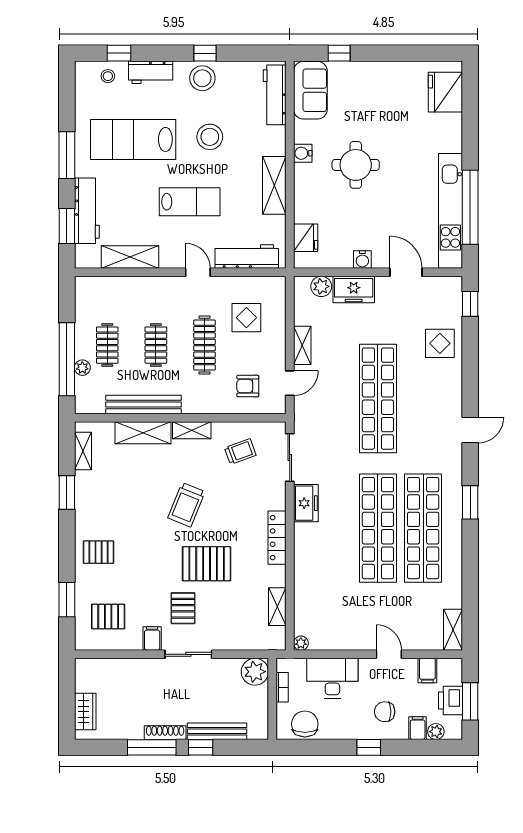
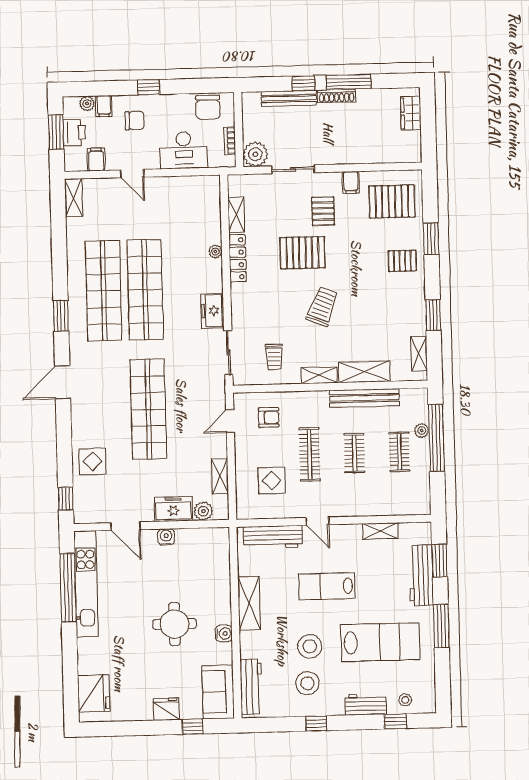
stool: (202, 78) -> (307, 683), moved
fridge: (306, 238) -> (166, 709), moved, turned 90
shelving: (130, 257) -> (380, 531), width x0.67, depth x0.75
shelving: (302, 345) -> (220, 476), moved
door: (470, 430) -> (63, 382), width x1.38
trolley: (240, 451) -> (274, 357), turned -70
locker: (277, 538) -> (238, 258), moved
window: (67, 600) -> (431, 239), moved
pallet: (108, 617) -> (392, 202), width x1.50, depth x1.42
plant: (301, 643) -> (215, 252), moved
sliding door: (188, 654) -> (293, 169), moved

